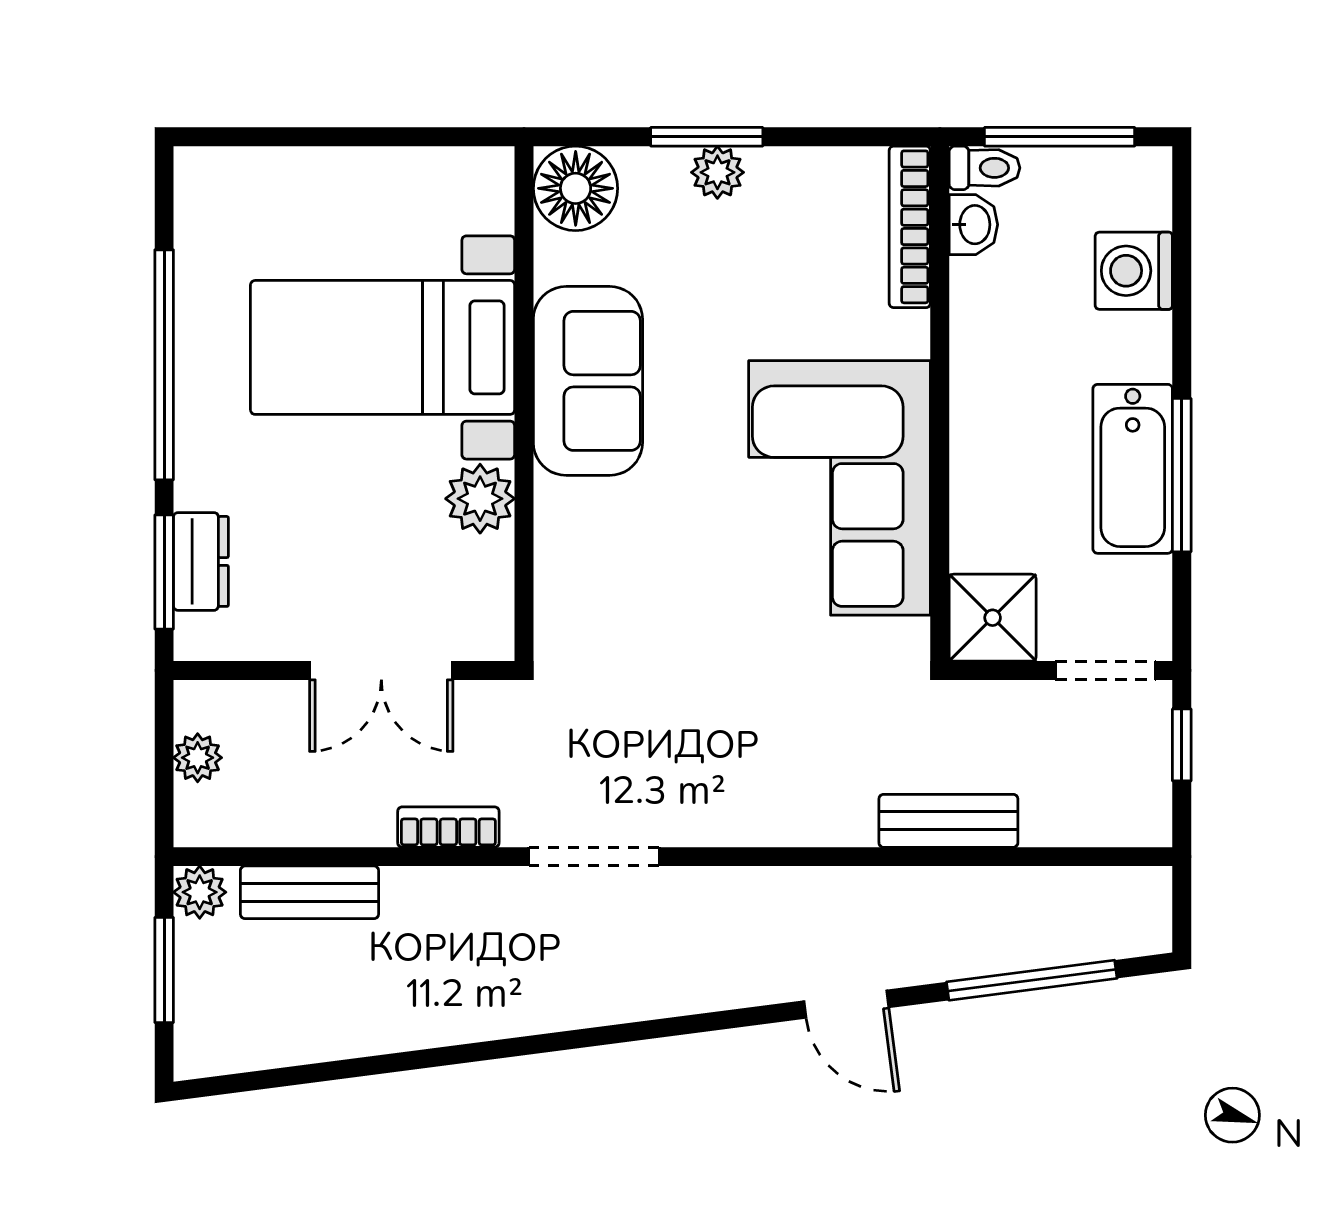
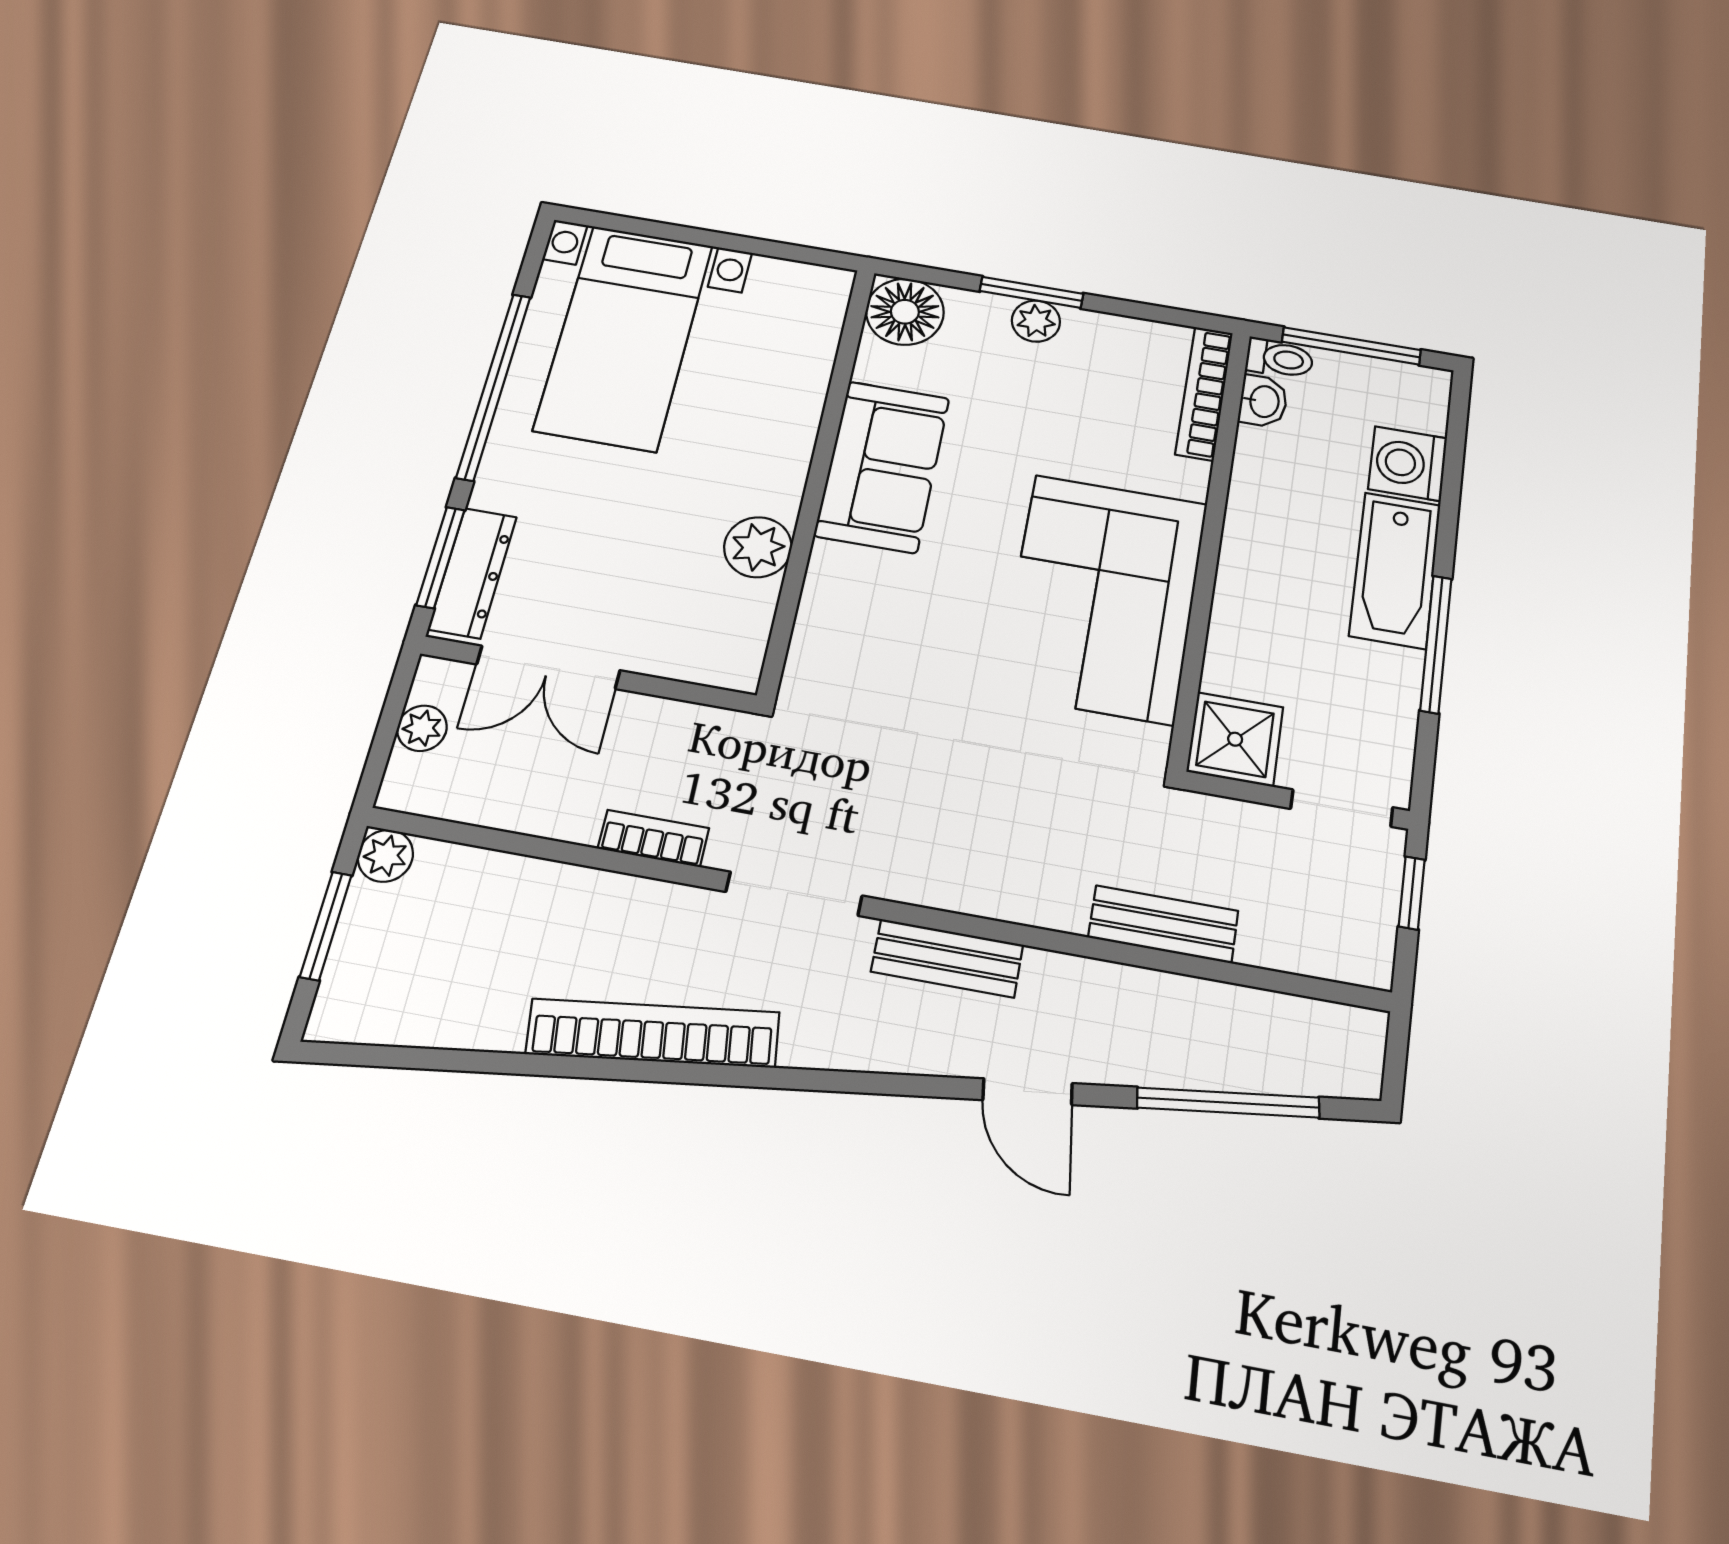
bed with nightstands: (383, 347) -> (624, 337), moved, turned -90
bathtub: (1133, 469) -> (1395, 570), moved
dresser: (201, 561) -> (473, 573), width x1.44
double door: (381, 670) -> (548, 667), moved
bench: (309, 892) -> (947, 958), moved
bookcase: (493, 1014) -> (653, 1033), added

